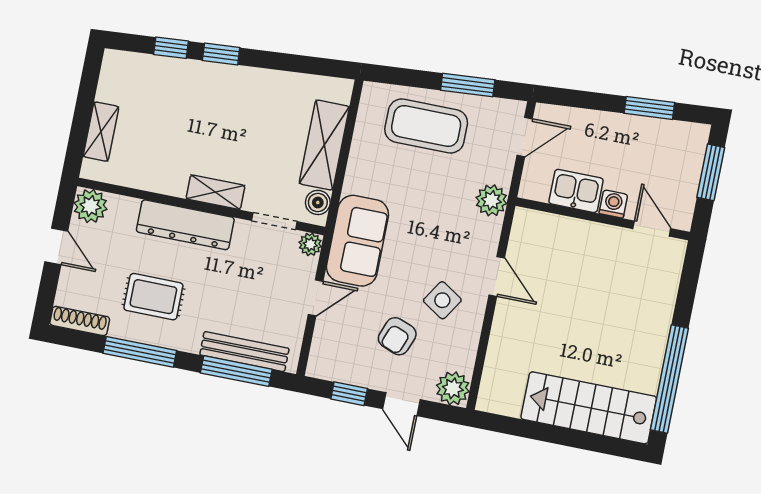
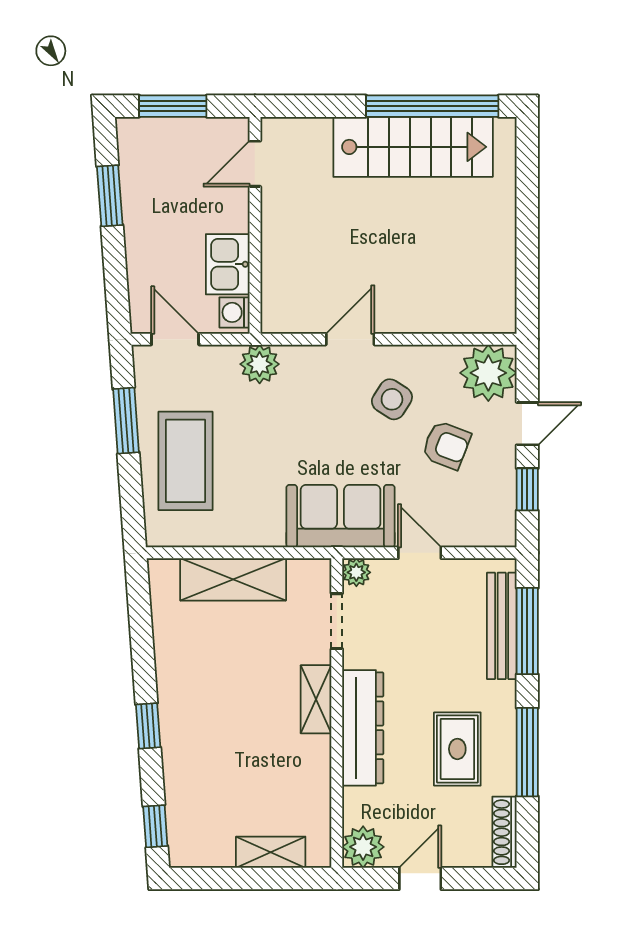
window: (171, 48) -> (155, 826), moved
boiler: (318, 202) -> (304, 573), removed
washing machine: (613, 204) -> (234, 312), moved
plant: (453, 388) -> (488, 373), width x1.36, depth x1.36
stairs: (589, 408) -> (413, 147), moved, turned -90

